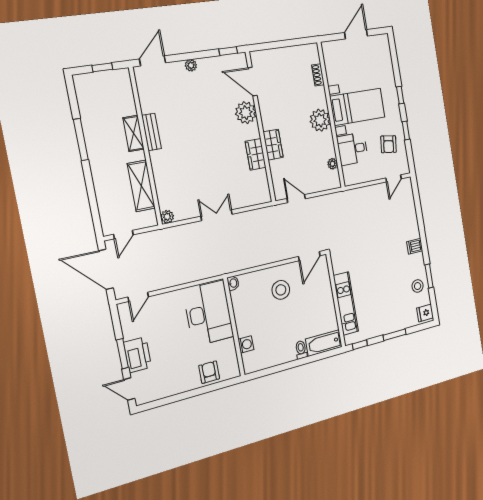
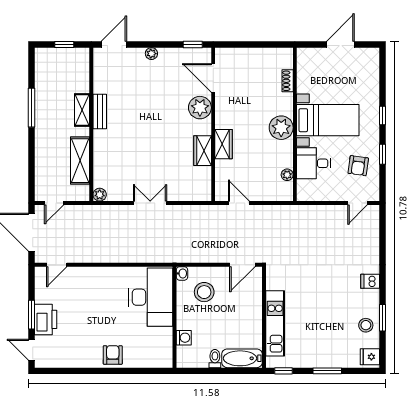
washbasin: (233, 283) -> (182, 273), moved
desk: (208, 313) -> (151, 297), moved
wall: (234, 327) -> (175, 317), moved
washing machine: (246, 344) -> (184, 338), moved

